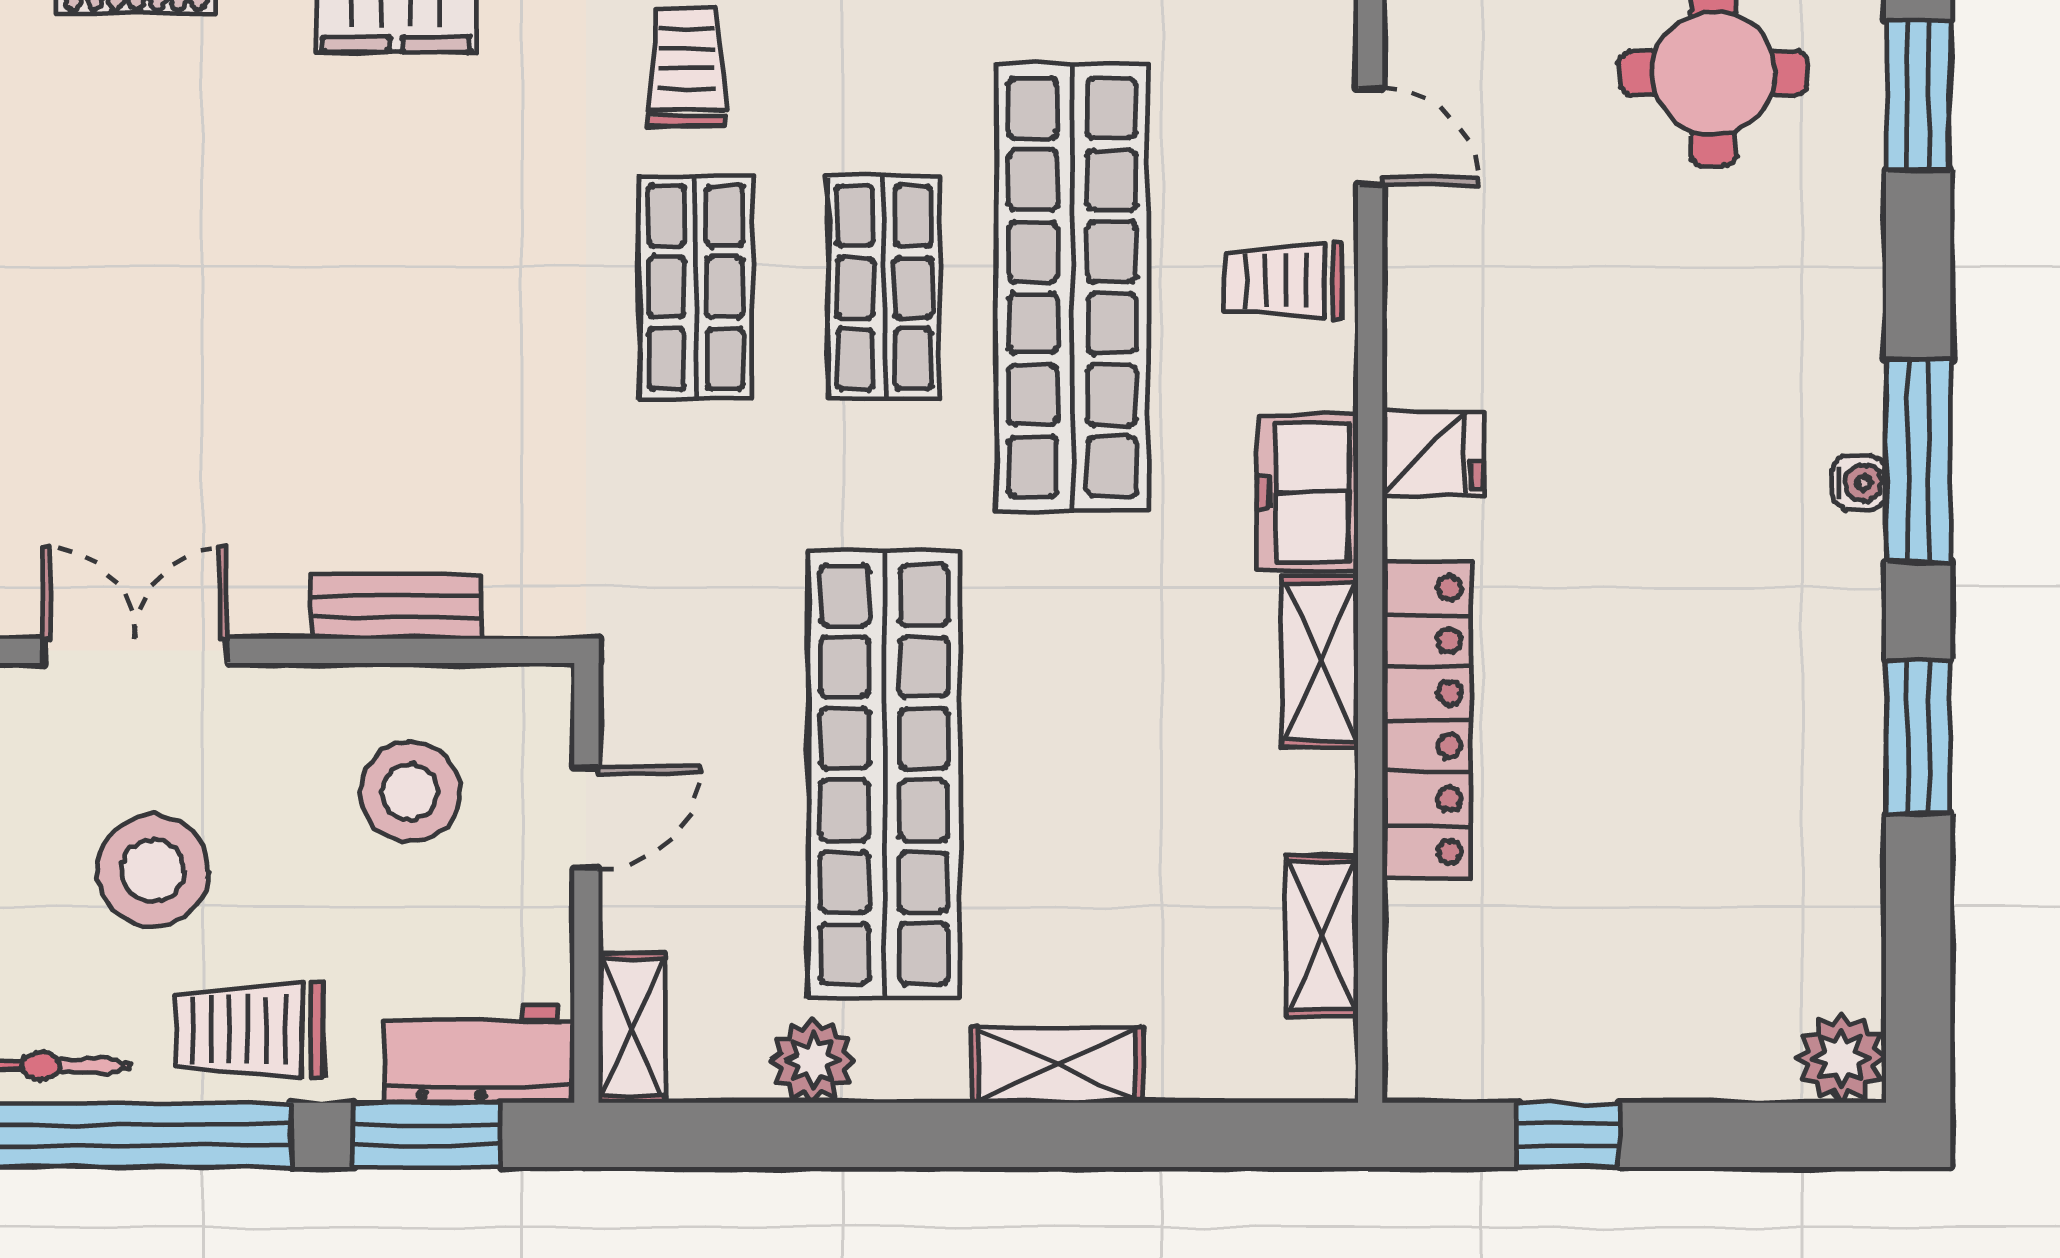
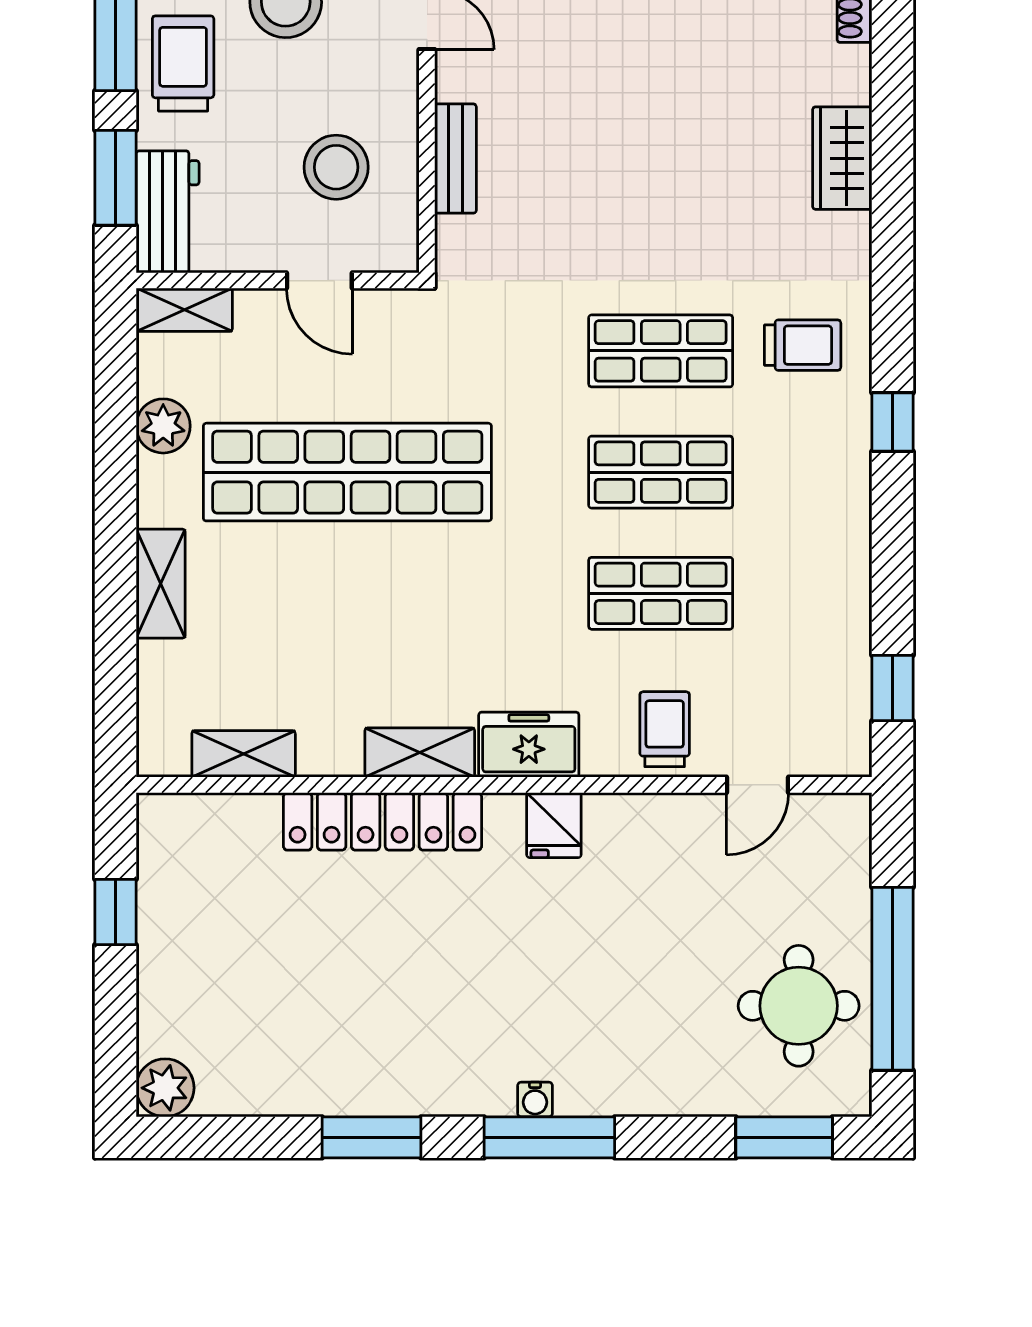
shop shelf: (1072, 287) -> (661, 593), width x0.50, depth x0.74

